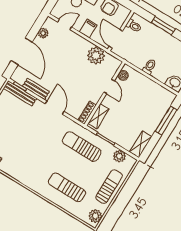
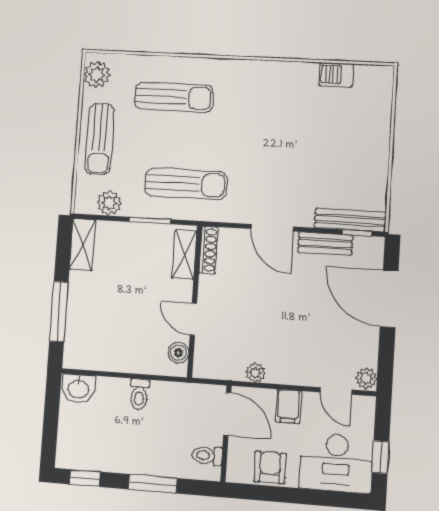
door: (65, 25) -> (336, 391), hinge flipped
plant: (43, 33) -> (366, 378), moved
plant: (96, 56) -> (255, 373), width x0.53, depth x0.53

